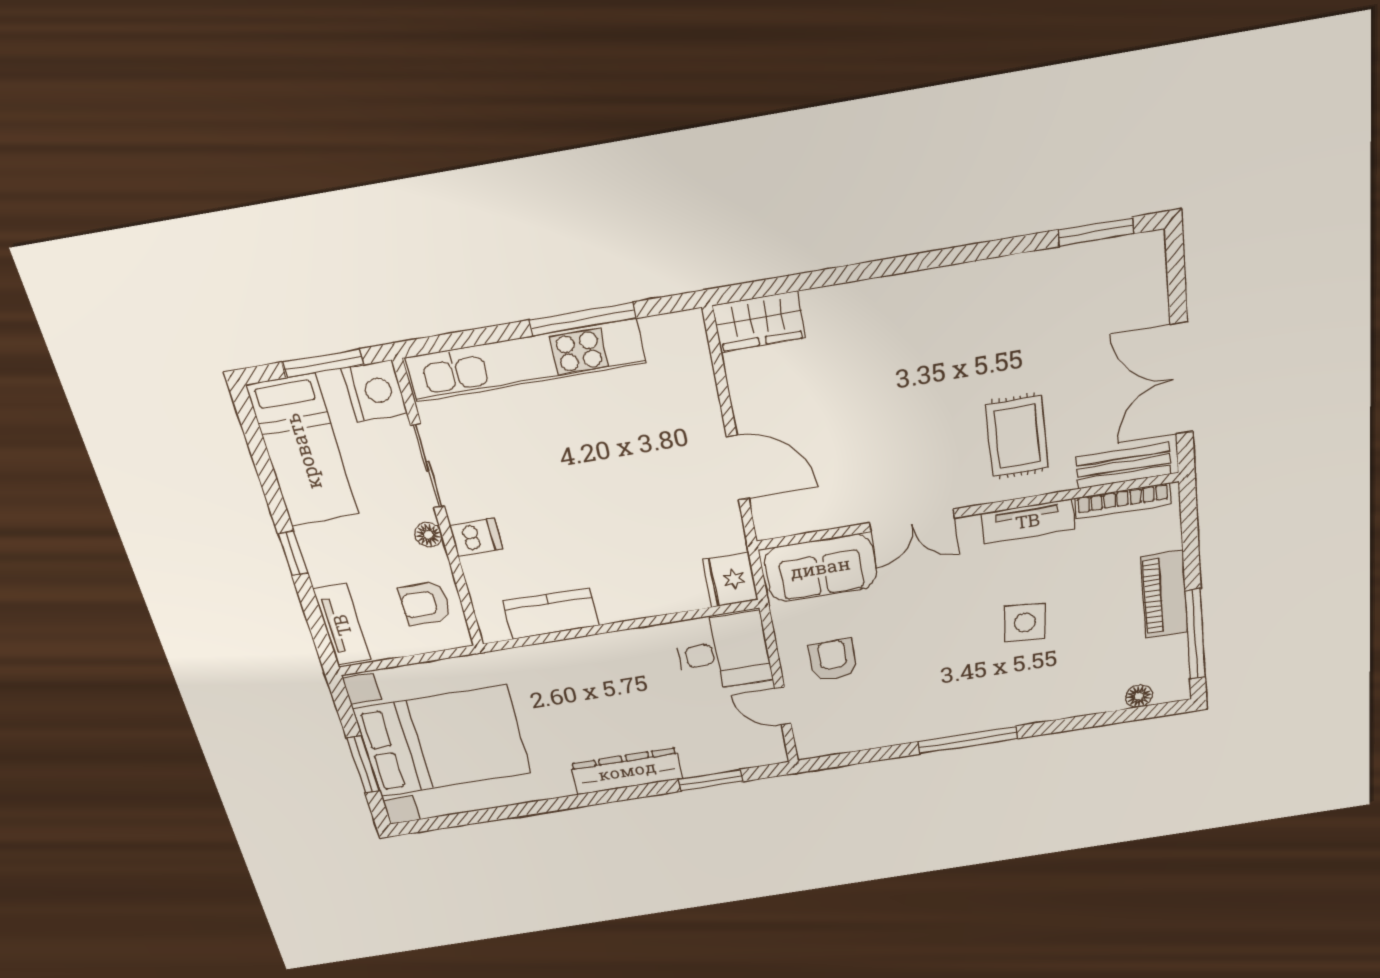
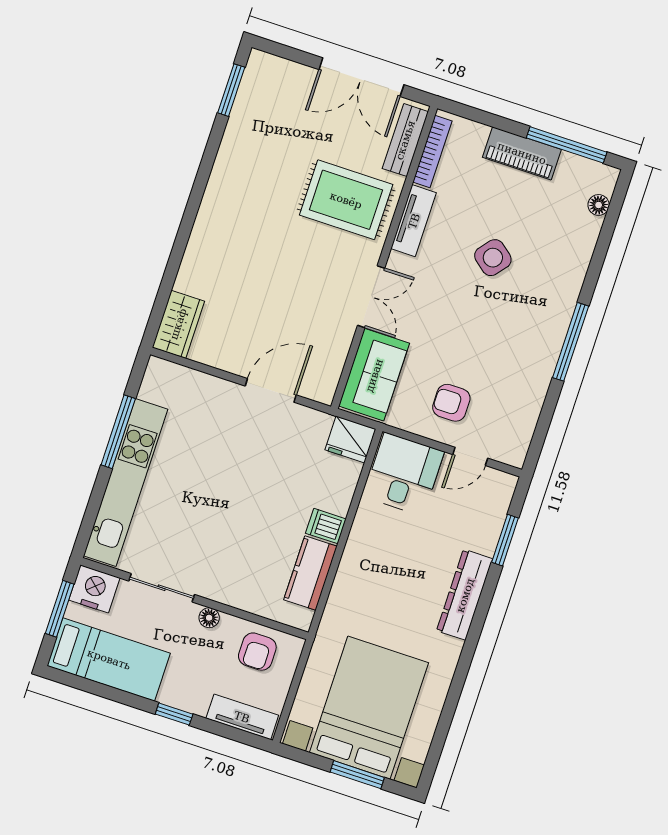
rug: (1017, 436) -> (346, 200), width x1.36, depth x1.43
dishwasher: (476, 537) -> (326, 526), moved, turned -90
side table: (1025, 623) -> (493, 258), turned 34

